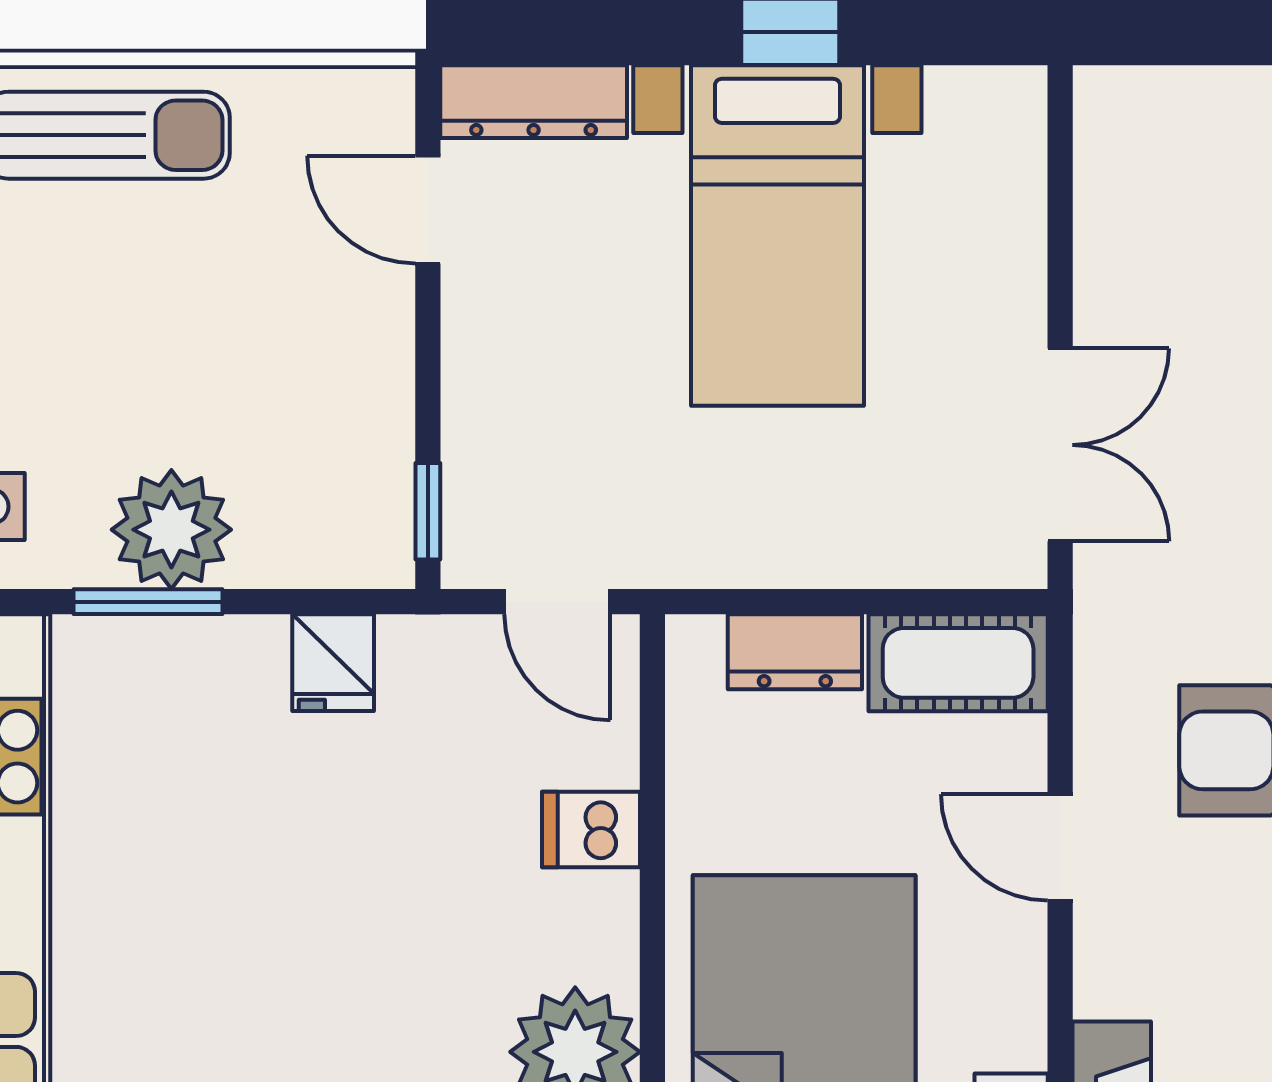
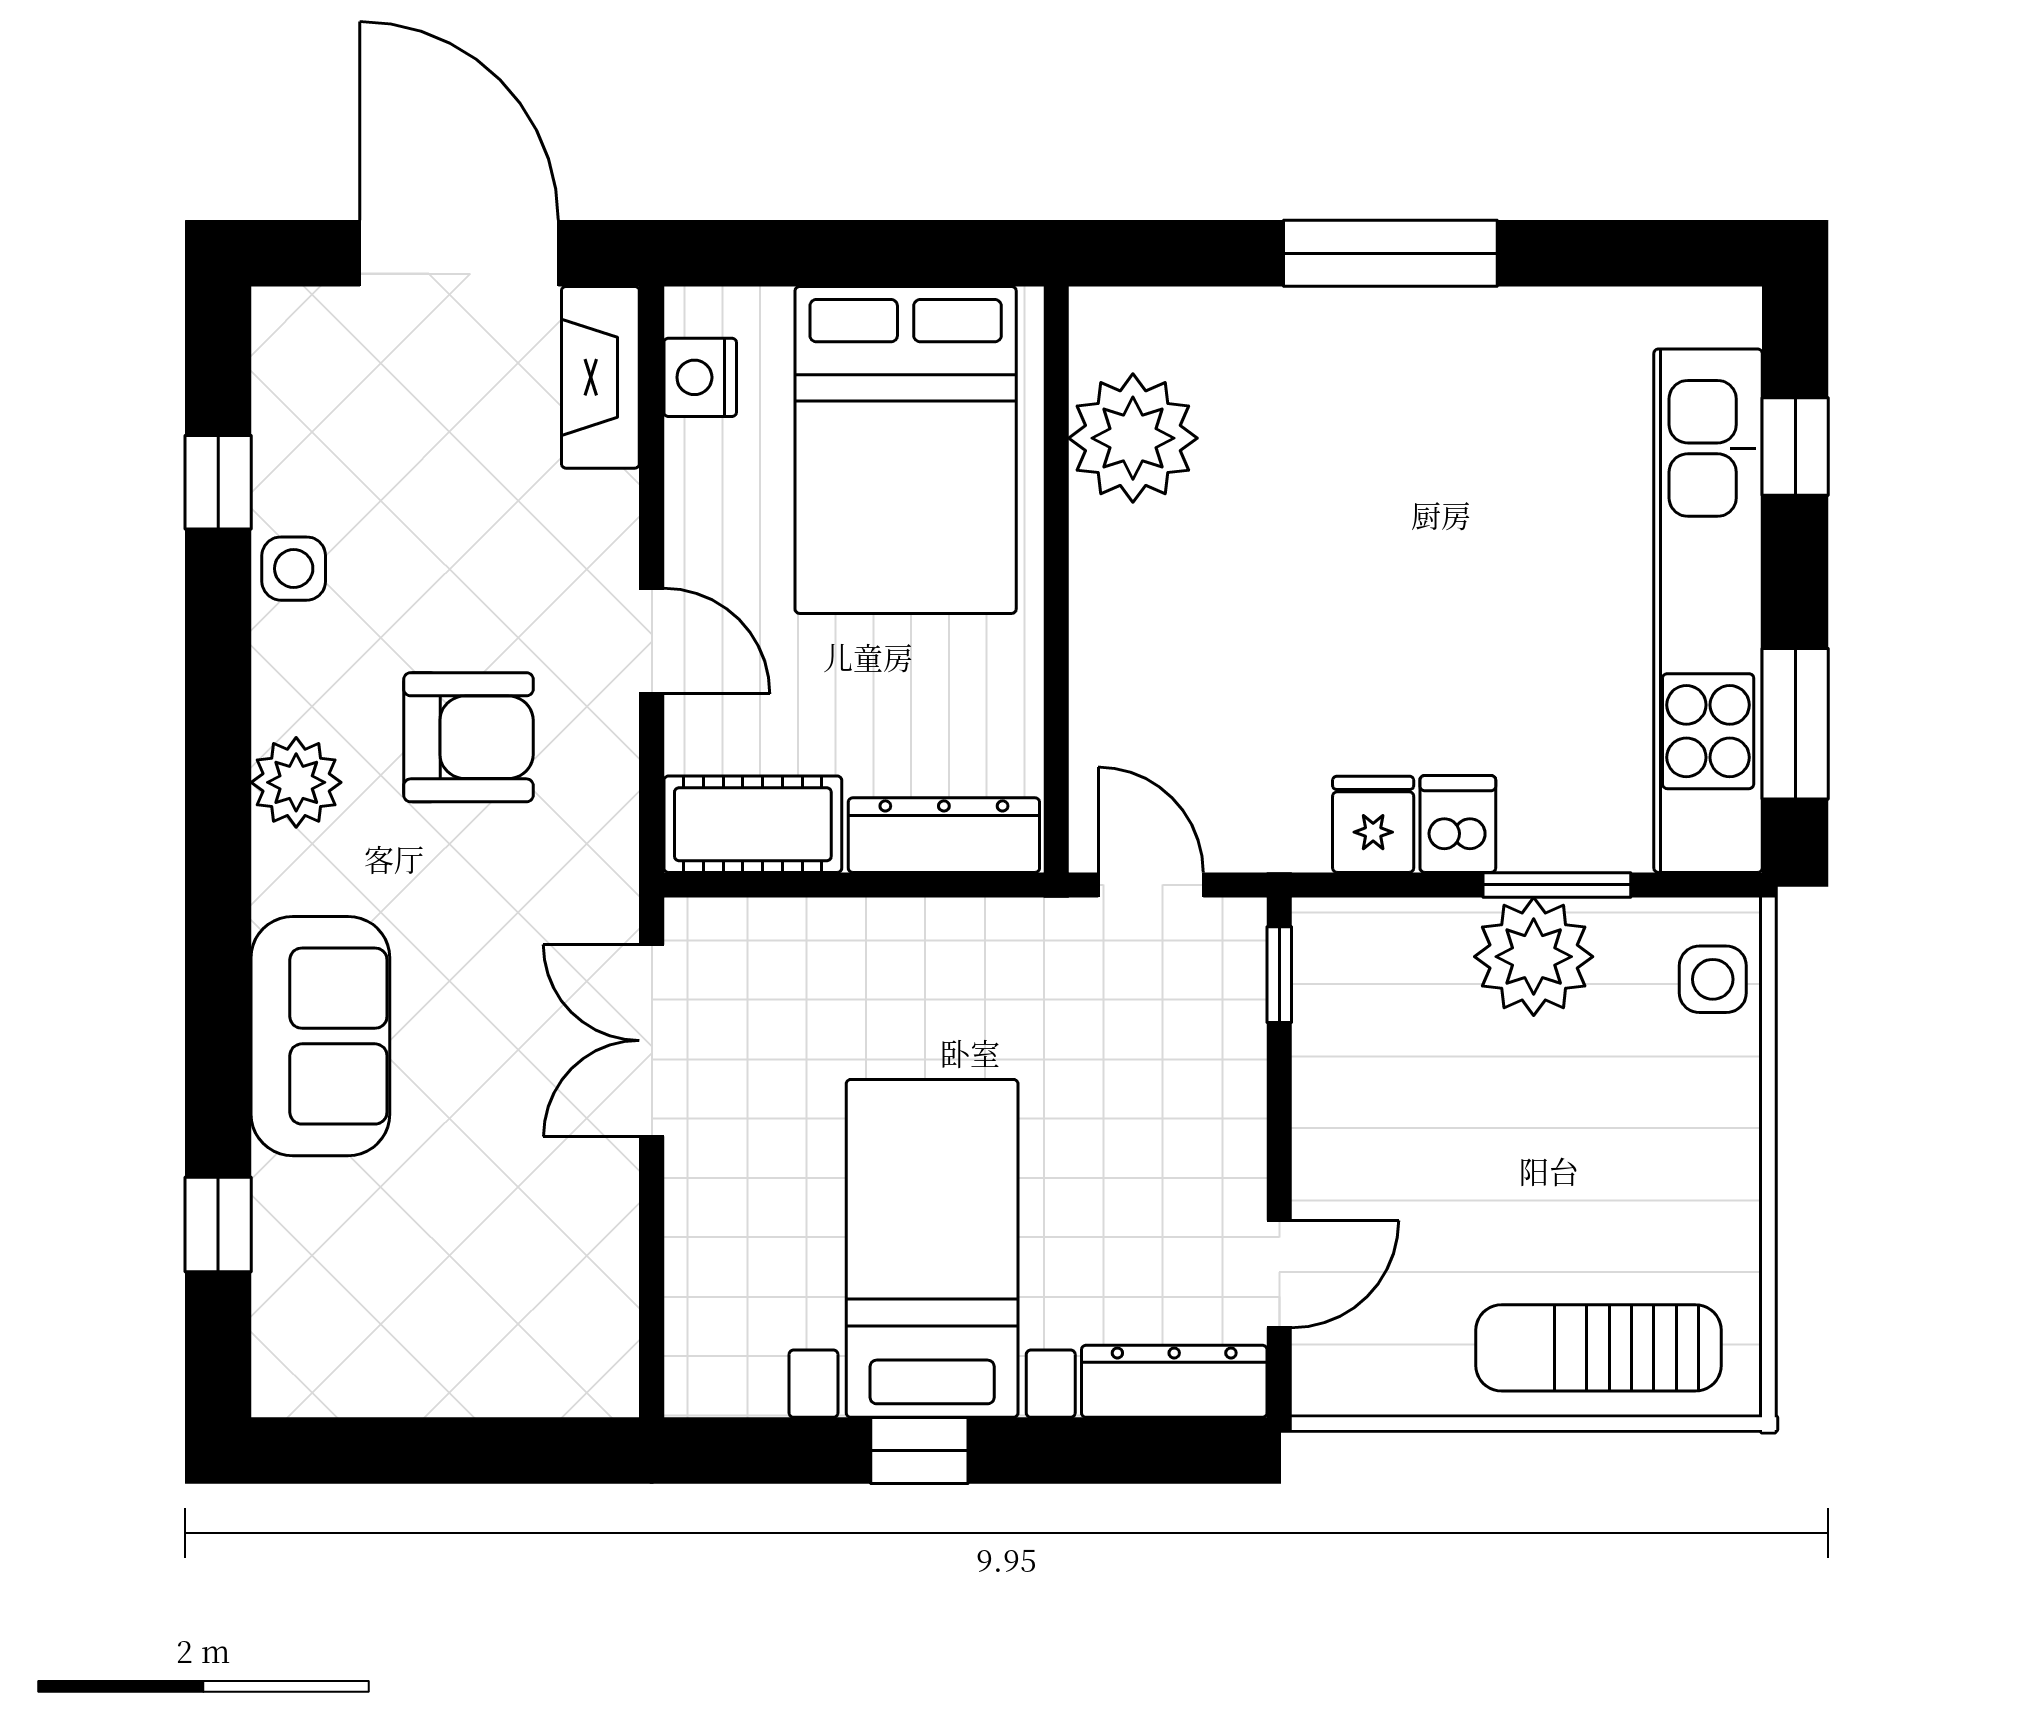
door: (428, 210) -> (1279, 1274), hinge flipped
dresser: (795, 652) -> (944, 835), width x1.44
dishwasher: (591, 829) -> (1458, 824), moved, turned -90

